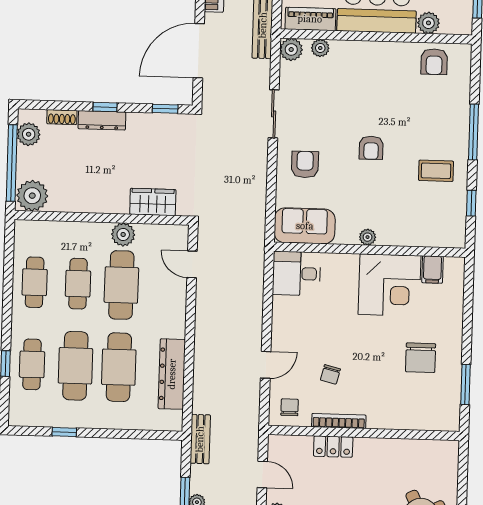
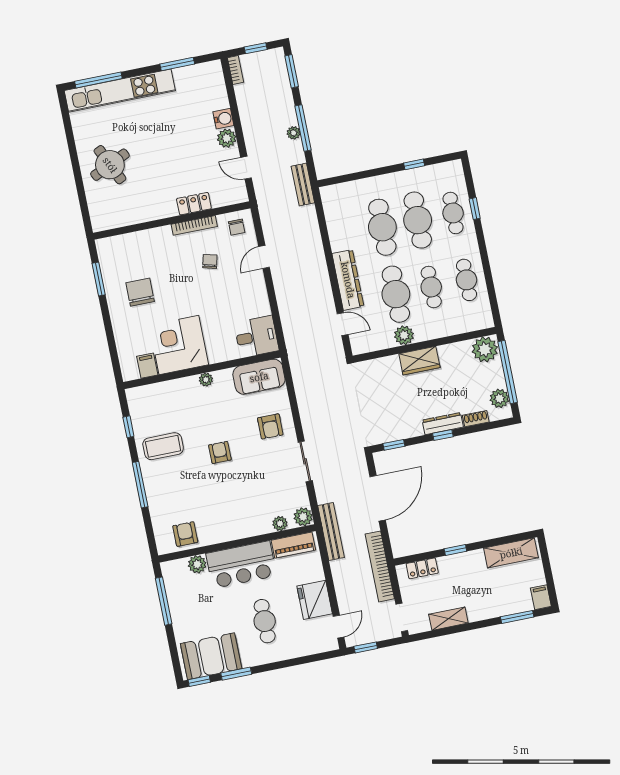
coffee table: (436, 171) -> (163, 446), width x1.36, depth x1.30
wardrobe: (153, 202) -> (419, 361), moved
dresser: (172, 374) -> (348, 280), moved

